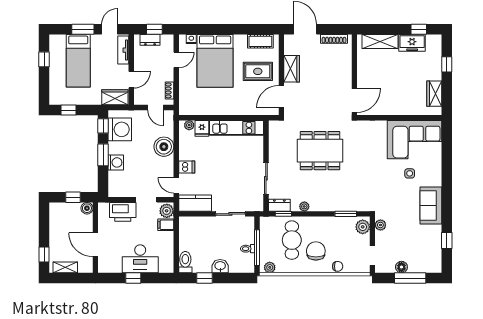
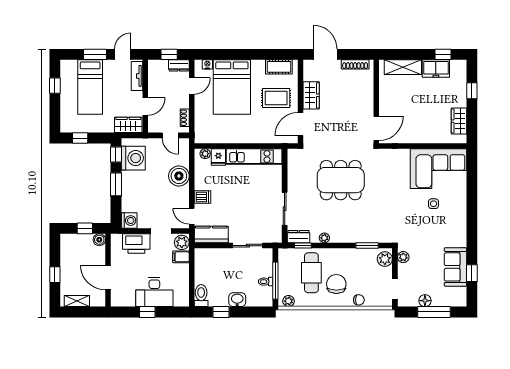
dresser: (150, 40) -> (179, 65), moved
washing machine: (116, 162) -> (129, 221), moved
sofa: (431, 205) -> (455, 267), moved
window: (44, 254) -> (55, 275), moved

